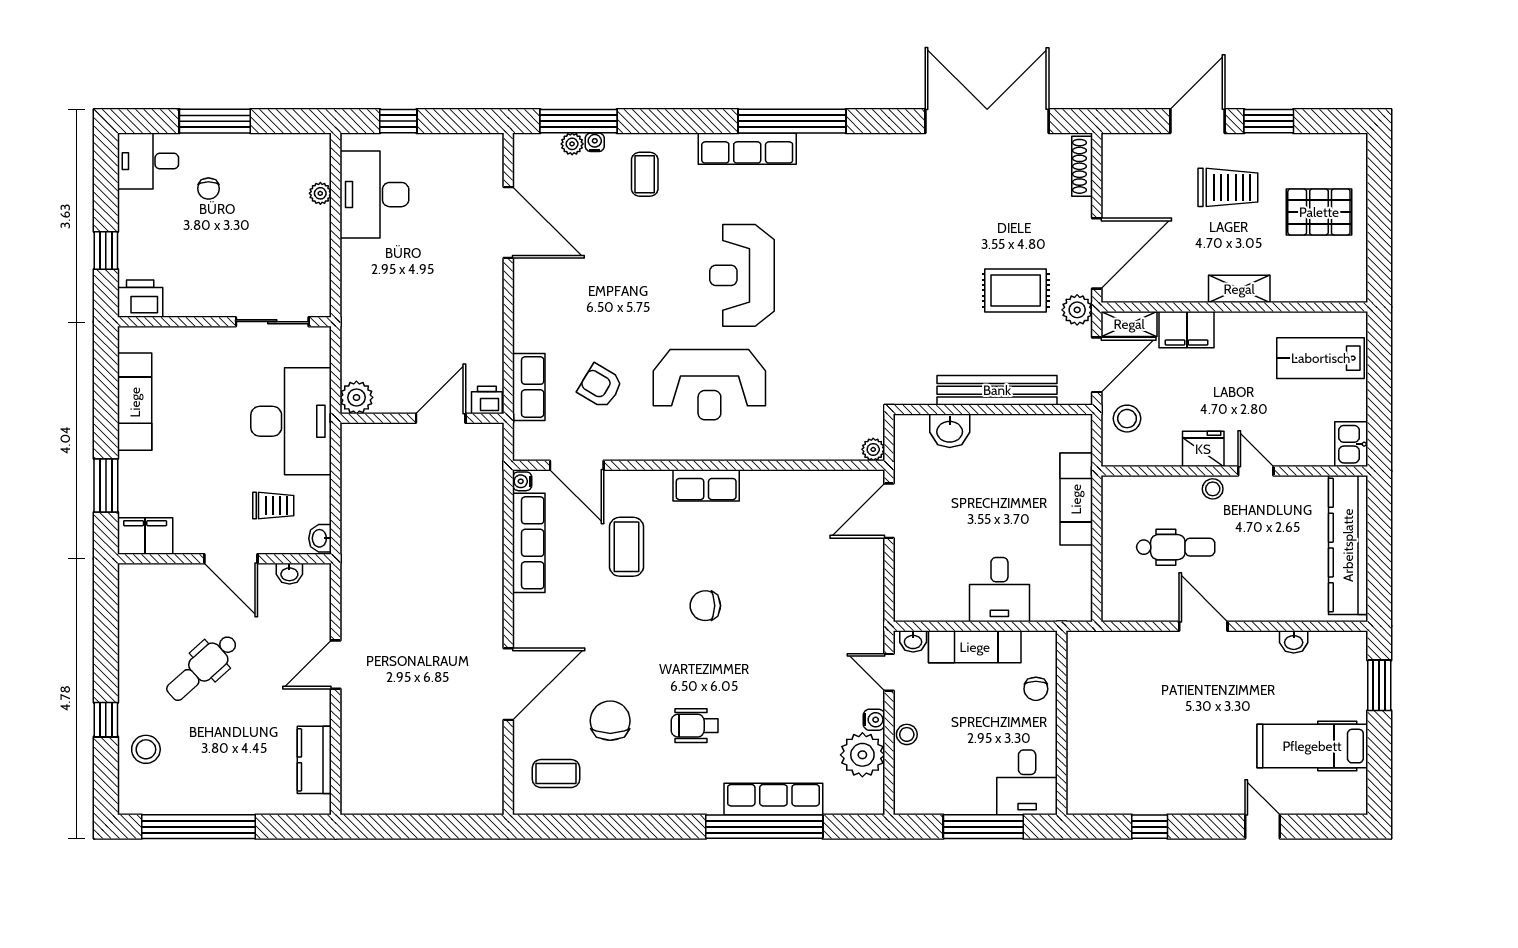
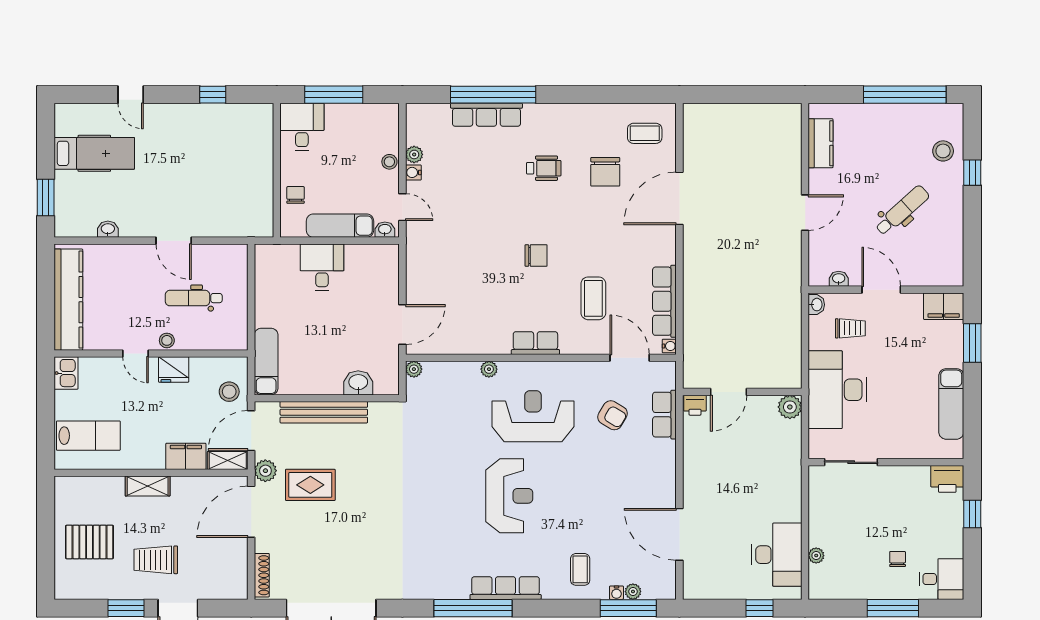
plant: (770, 449) -> (489, 369), added
exam couch: (1076, 499) -> (266, 362), moved
trolley: (273, 506) -> (850, 328), turned 180
plant: (862, 755) -> (414, 154), width x0.53, depth x0.53

